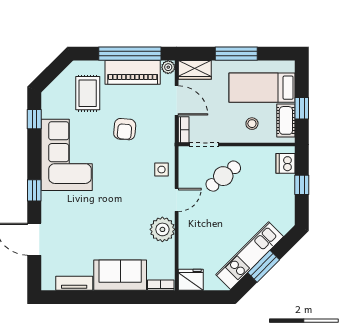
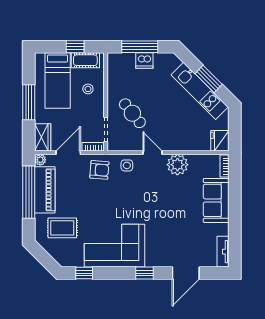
armchair: (125, 129) -> (99, 170), moved
dishwasher: (286, 163) -> (144, 60), moved
window: (302, 185) -> (140, 47), width x2.17
tv unit: (74, 283) -> (223, 252), moved

